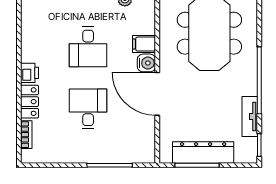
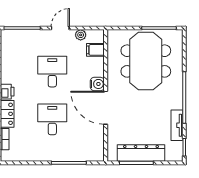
filing cabinet: (144, 44) -> (95, 50), moved
desk: (88, 47) -> (52, 72), turned 180

